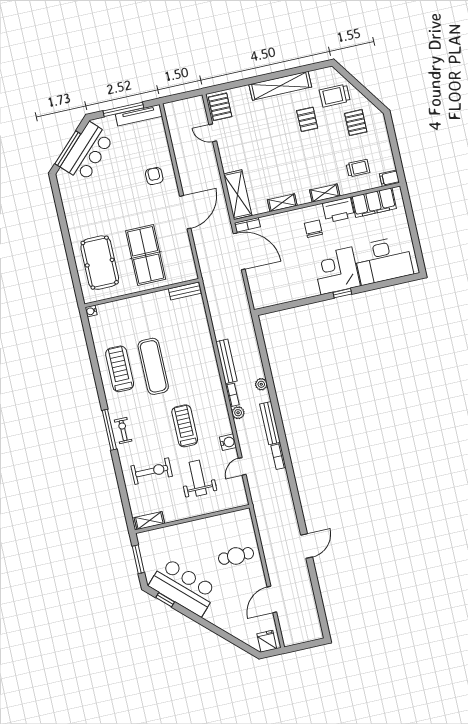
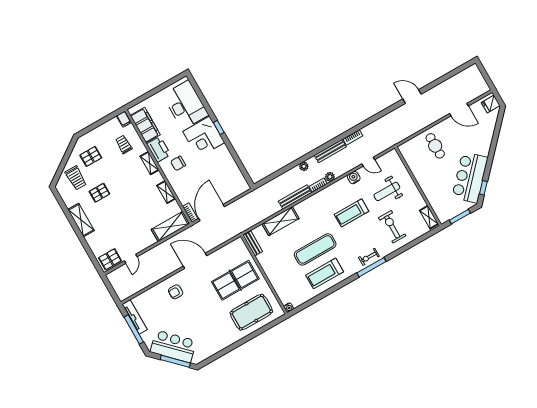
shelving: (280, 86) -> (81, 220), width x0.68
shelving: (202, 334) -> (281, 221), added

